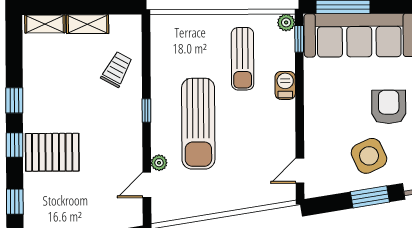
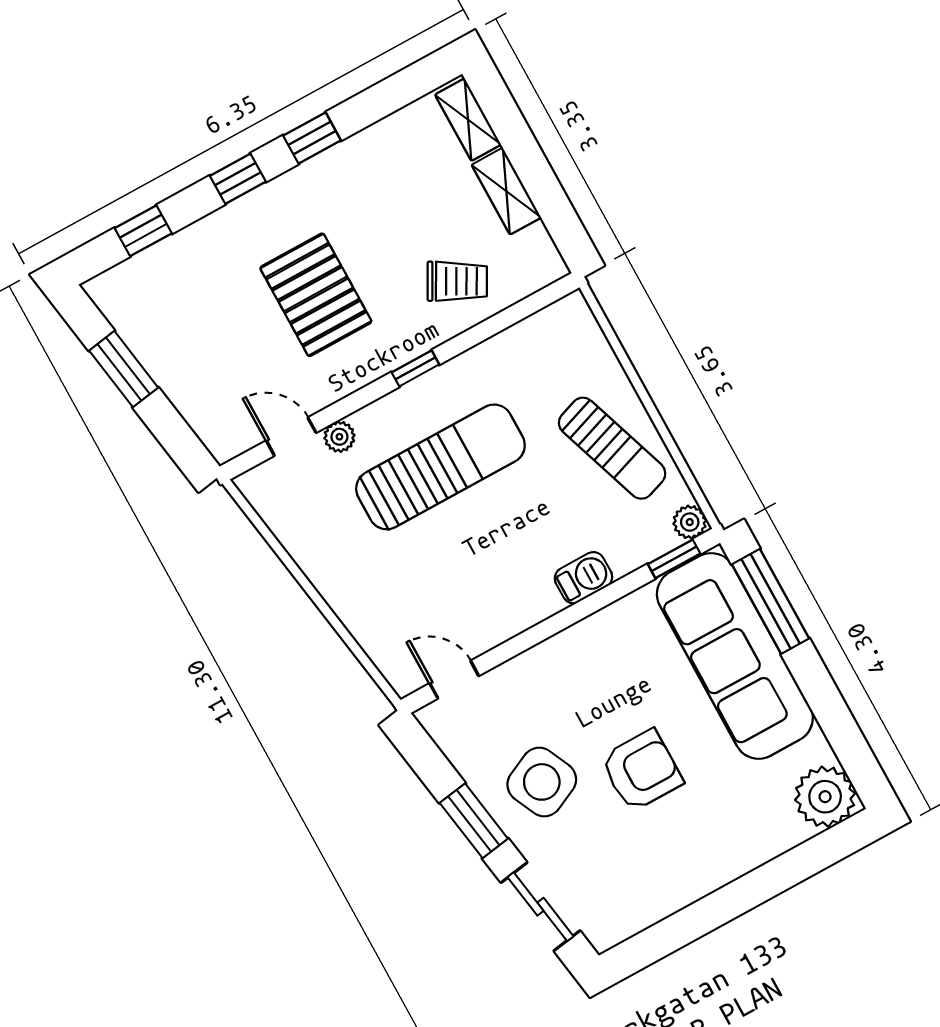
sun lounger: (243, 59) -> (612, 448), moved, turned -109
sun lounger: (198, 124) -> (440, 467), turned 180
pallet: (52, 152) -> (316, 295), moved

